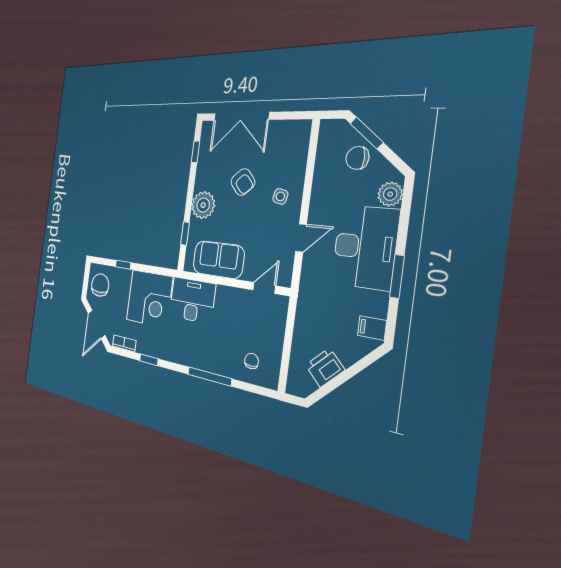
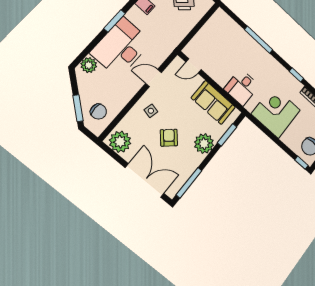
plant: (293, 135) -> (120, 142), added
window: (196, 152) -> (189, 183), width x2.17
chair: (357, 158) -> (98, 112), moved
window: (185, 234) -> (227, 135), width x1.50
window: (123, 265) -> (301, 163), moved
desk: (192, 300) -> (242, 87), width x0.73
chair: (252, 361) -> (226, 31), removed

